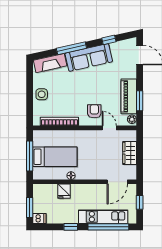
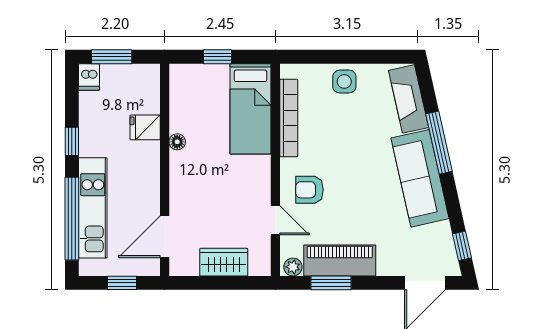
window: (109, 40) -> (462, 246), moved
armchair: (94, 111) -> (309, 190), turned 180
door: (109, 128) -> (275, 220), hinge flipped
window: (30, 156) -> (217, 57), width x0.46
bed: (55, 157) -> (250, 109), moved
door: (117, 182) -> (165, 237), hinge flipped

